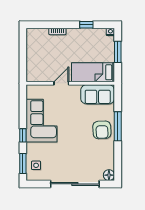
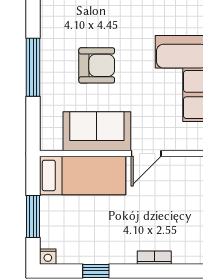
sofa: (98, 94) -> (97, 131), moved
armchair: (102, 130) -> (97, 65), moved, turned 93

